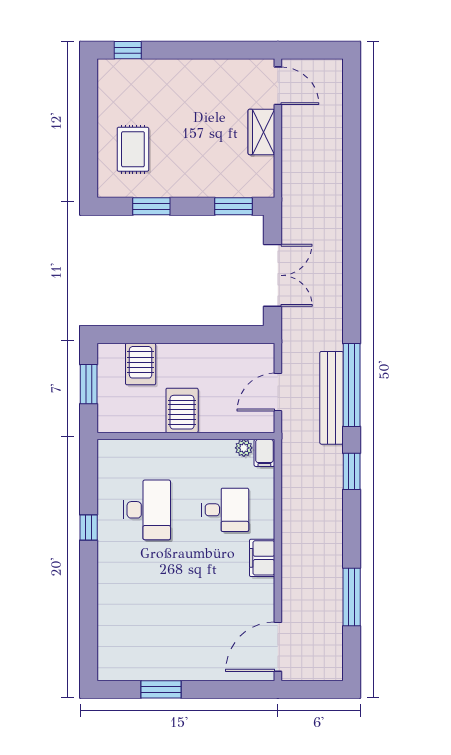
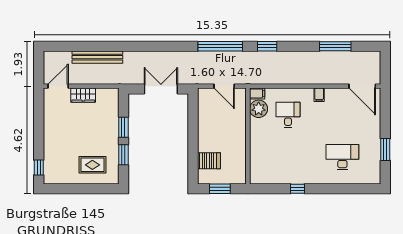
window: (234, 206) -> (123, 127), moved
bench: (332, 398) -> (97, 57), moved
server rack: (182, 410) -> (234, 138), removed
plant: (244, 448) -> (259, 109), width x1.87, depth x1.87
desk: (147, 510) -> (342, 157), moved
filing cabinet: (262, 558) -> (319, 95), width x0.50

